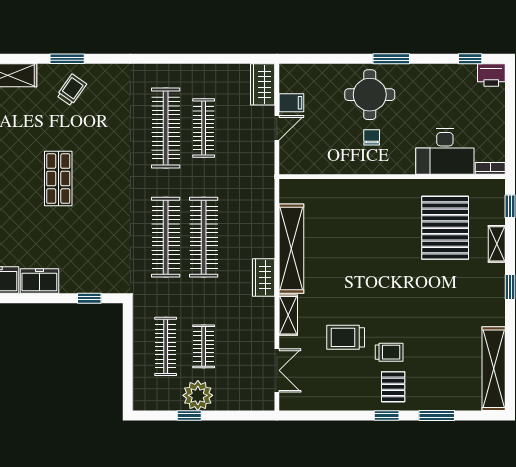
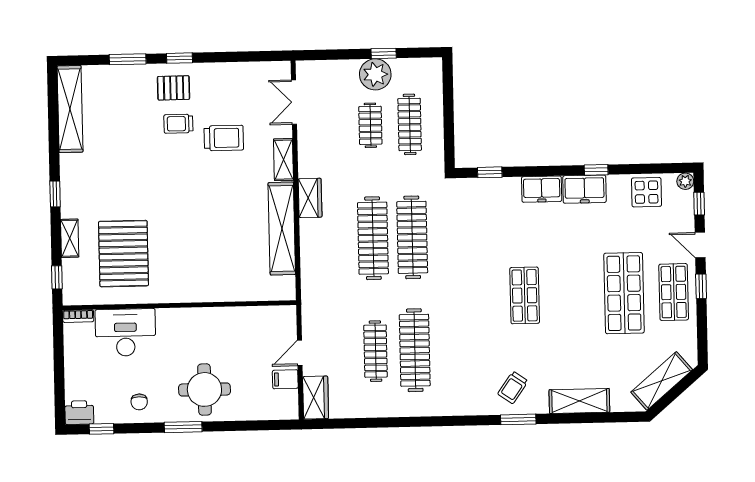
chair: (372, 137) -> (139, 402), moved
pallet: (393, 387) -> (174, 88), turned 90

